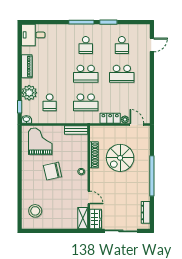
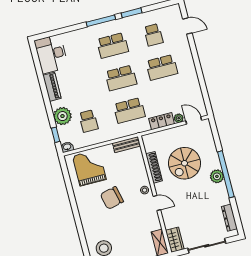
desk: (33, 35) -> (51, 54), width x1.37
school desk: (86, 45) -> (112, 45), width x1.85
door: (152, 45) -> (187, 26), hinge flipped
plant: (144, 176) -> (217, 176), added
door: (89, 197) -> (157, 203), moved

